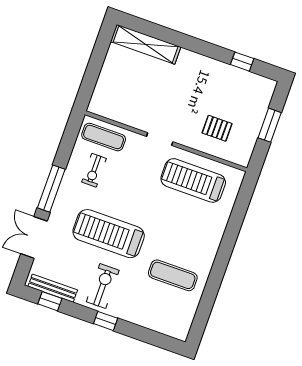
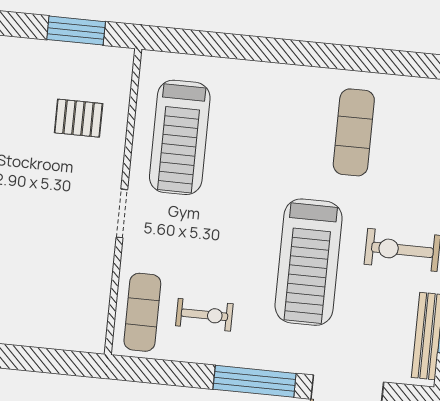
window: (270, 125) -> (76, 31), moved
pallet: (217, 128) -> (79, 118), turned 90

